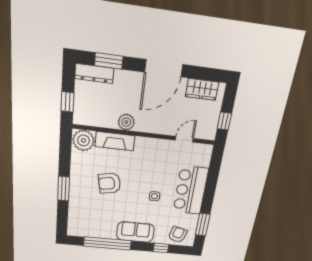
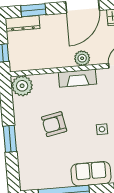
plant: (126, 122) -> (82, 58), moved
fireplace: (115, 141) -> (77, 78), moved

